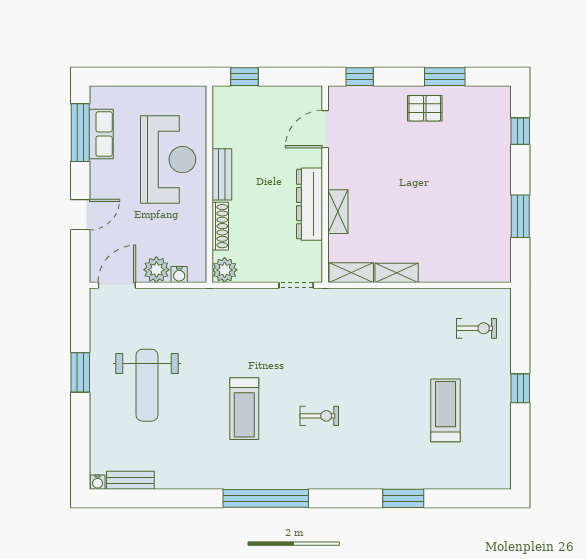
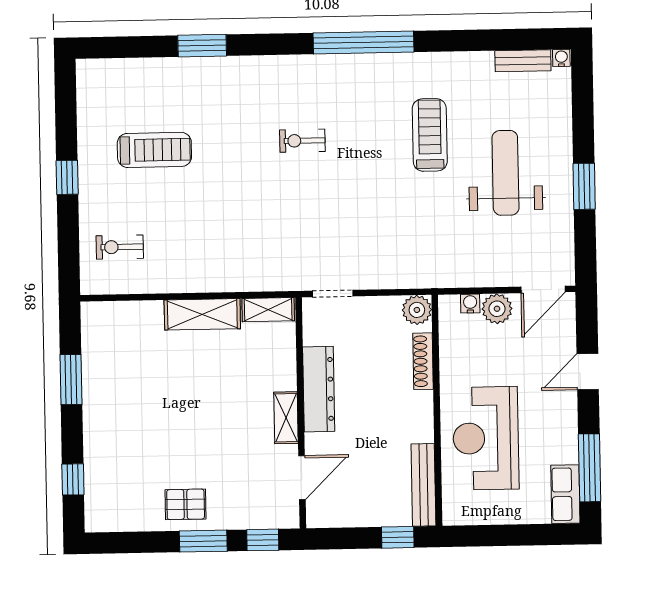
window: (445, 77) -> (203, 541), moved
row of seats: (101, 134) -> (565, 494), moved
bench: (222, 174) -> (423, 485), moved, width x1.36
shelving: (338, 212) -> (286, 418), moved
shelving: (397, 273) -> (202, 314), width x1.50, depth x1.33
treadmill: (244, 409) -> (430, 135), moved
treadmill: (445, 410) -> (154, 150), turned -90

